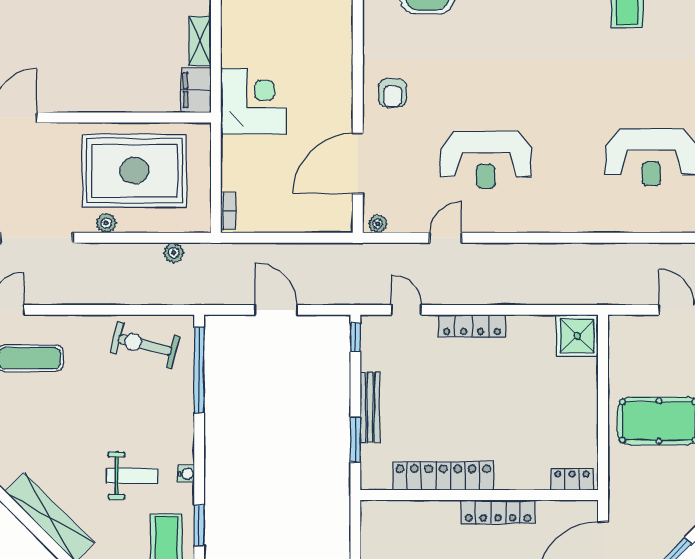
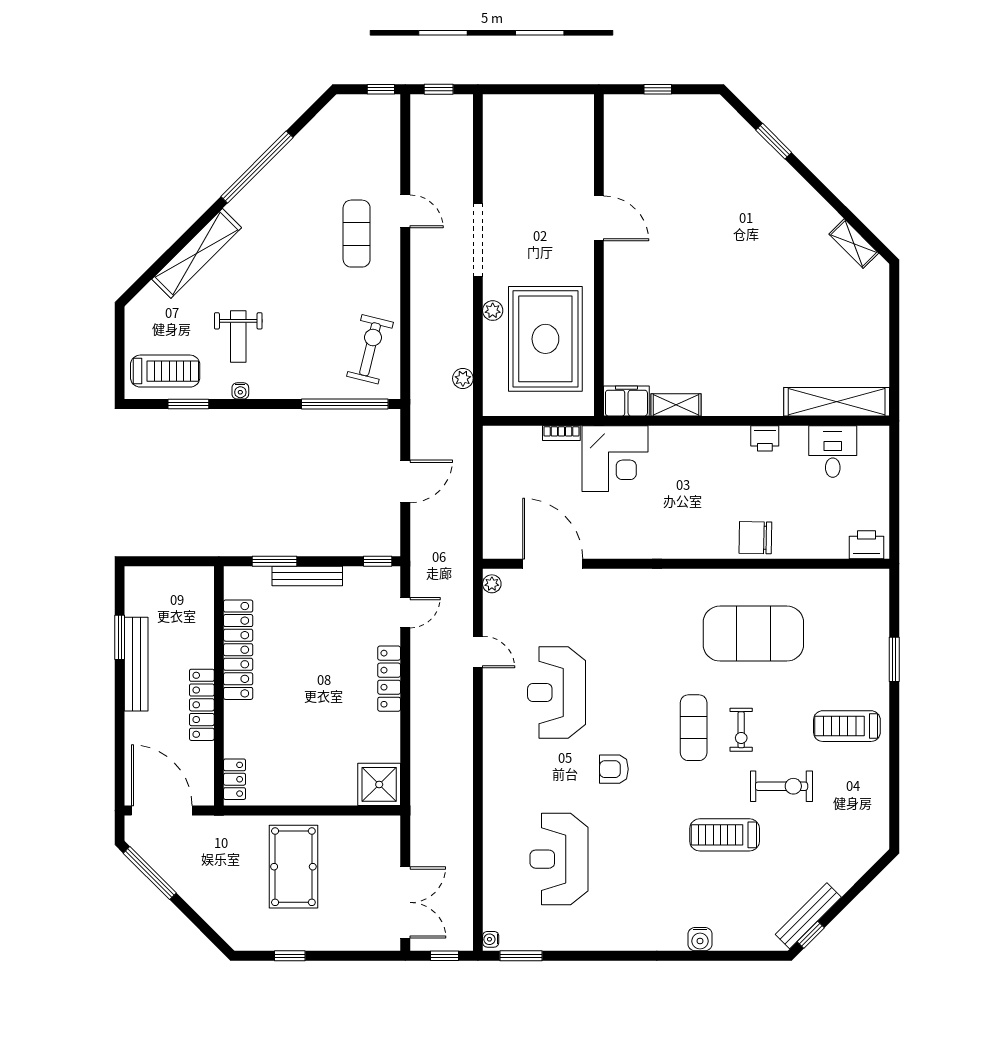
exercise mat: (521, 23) -> (694, 728), added
armchair: (392, 93) -> (614, 769), moved
bookcase: (228, 211) -> (561, 433), moved

